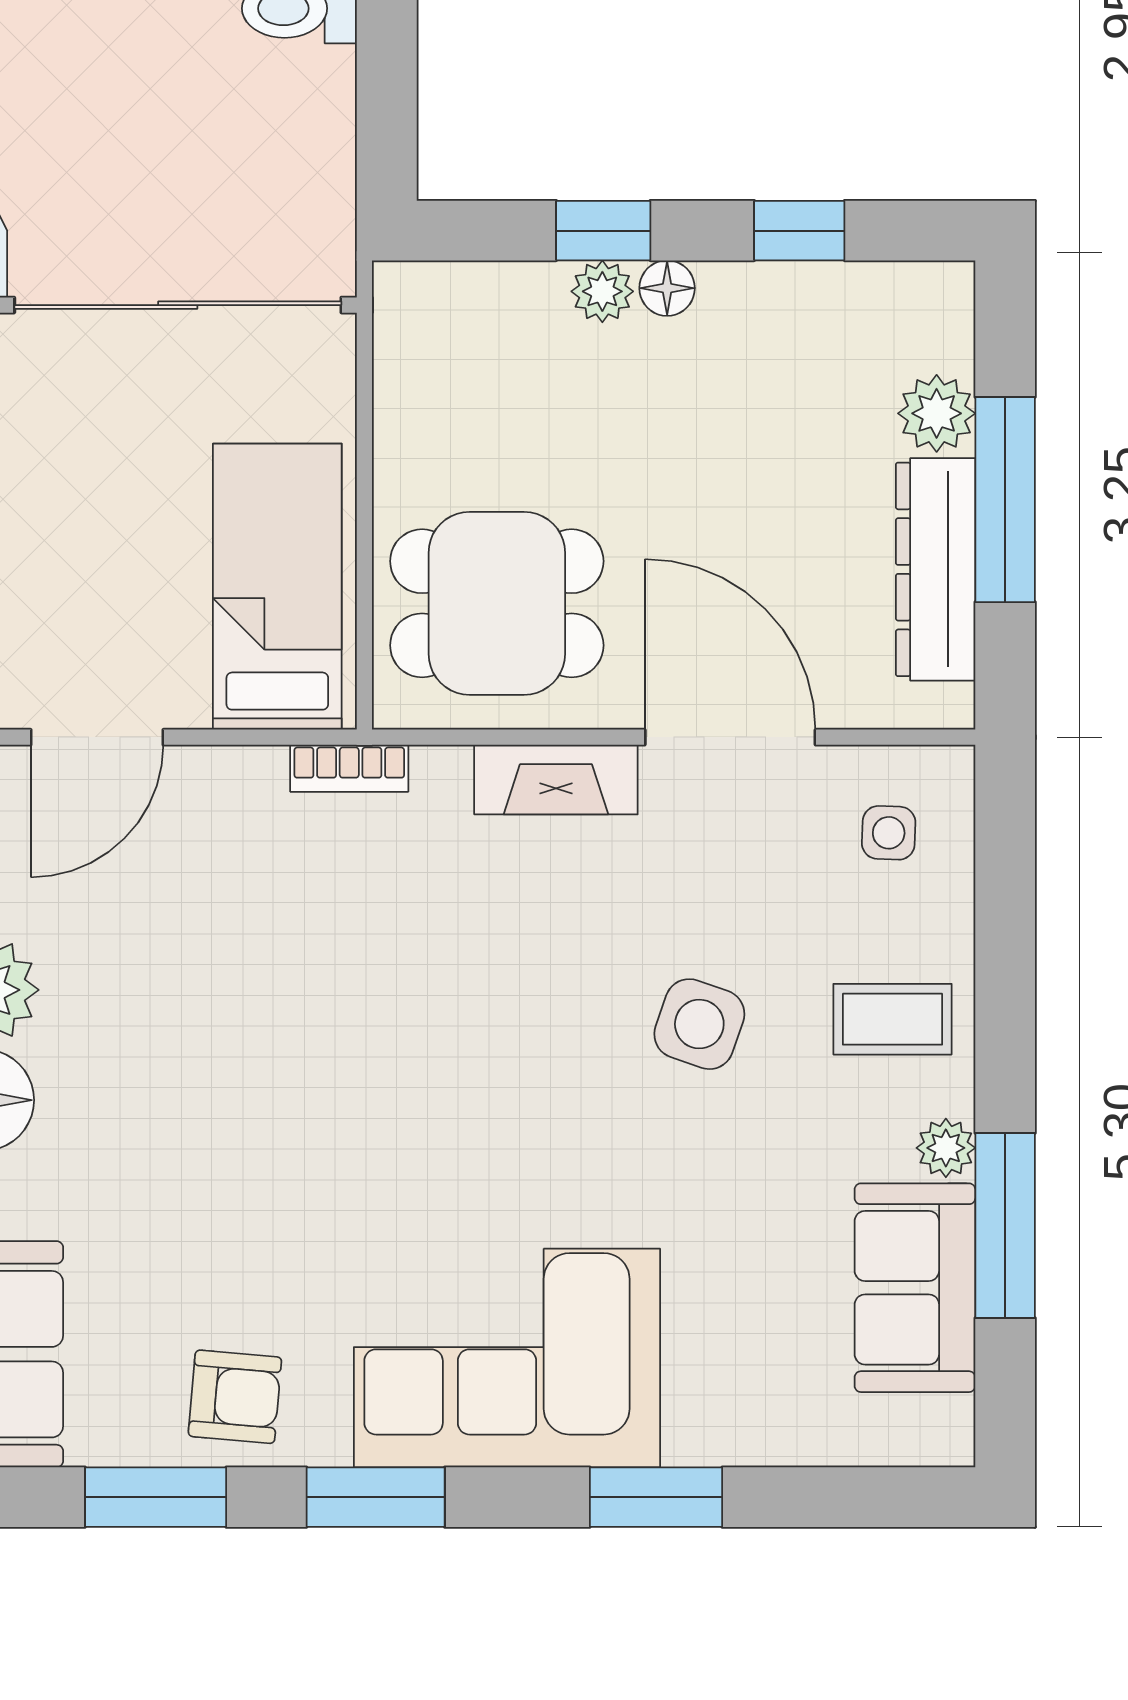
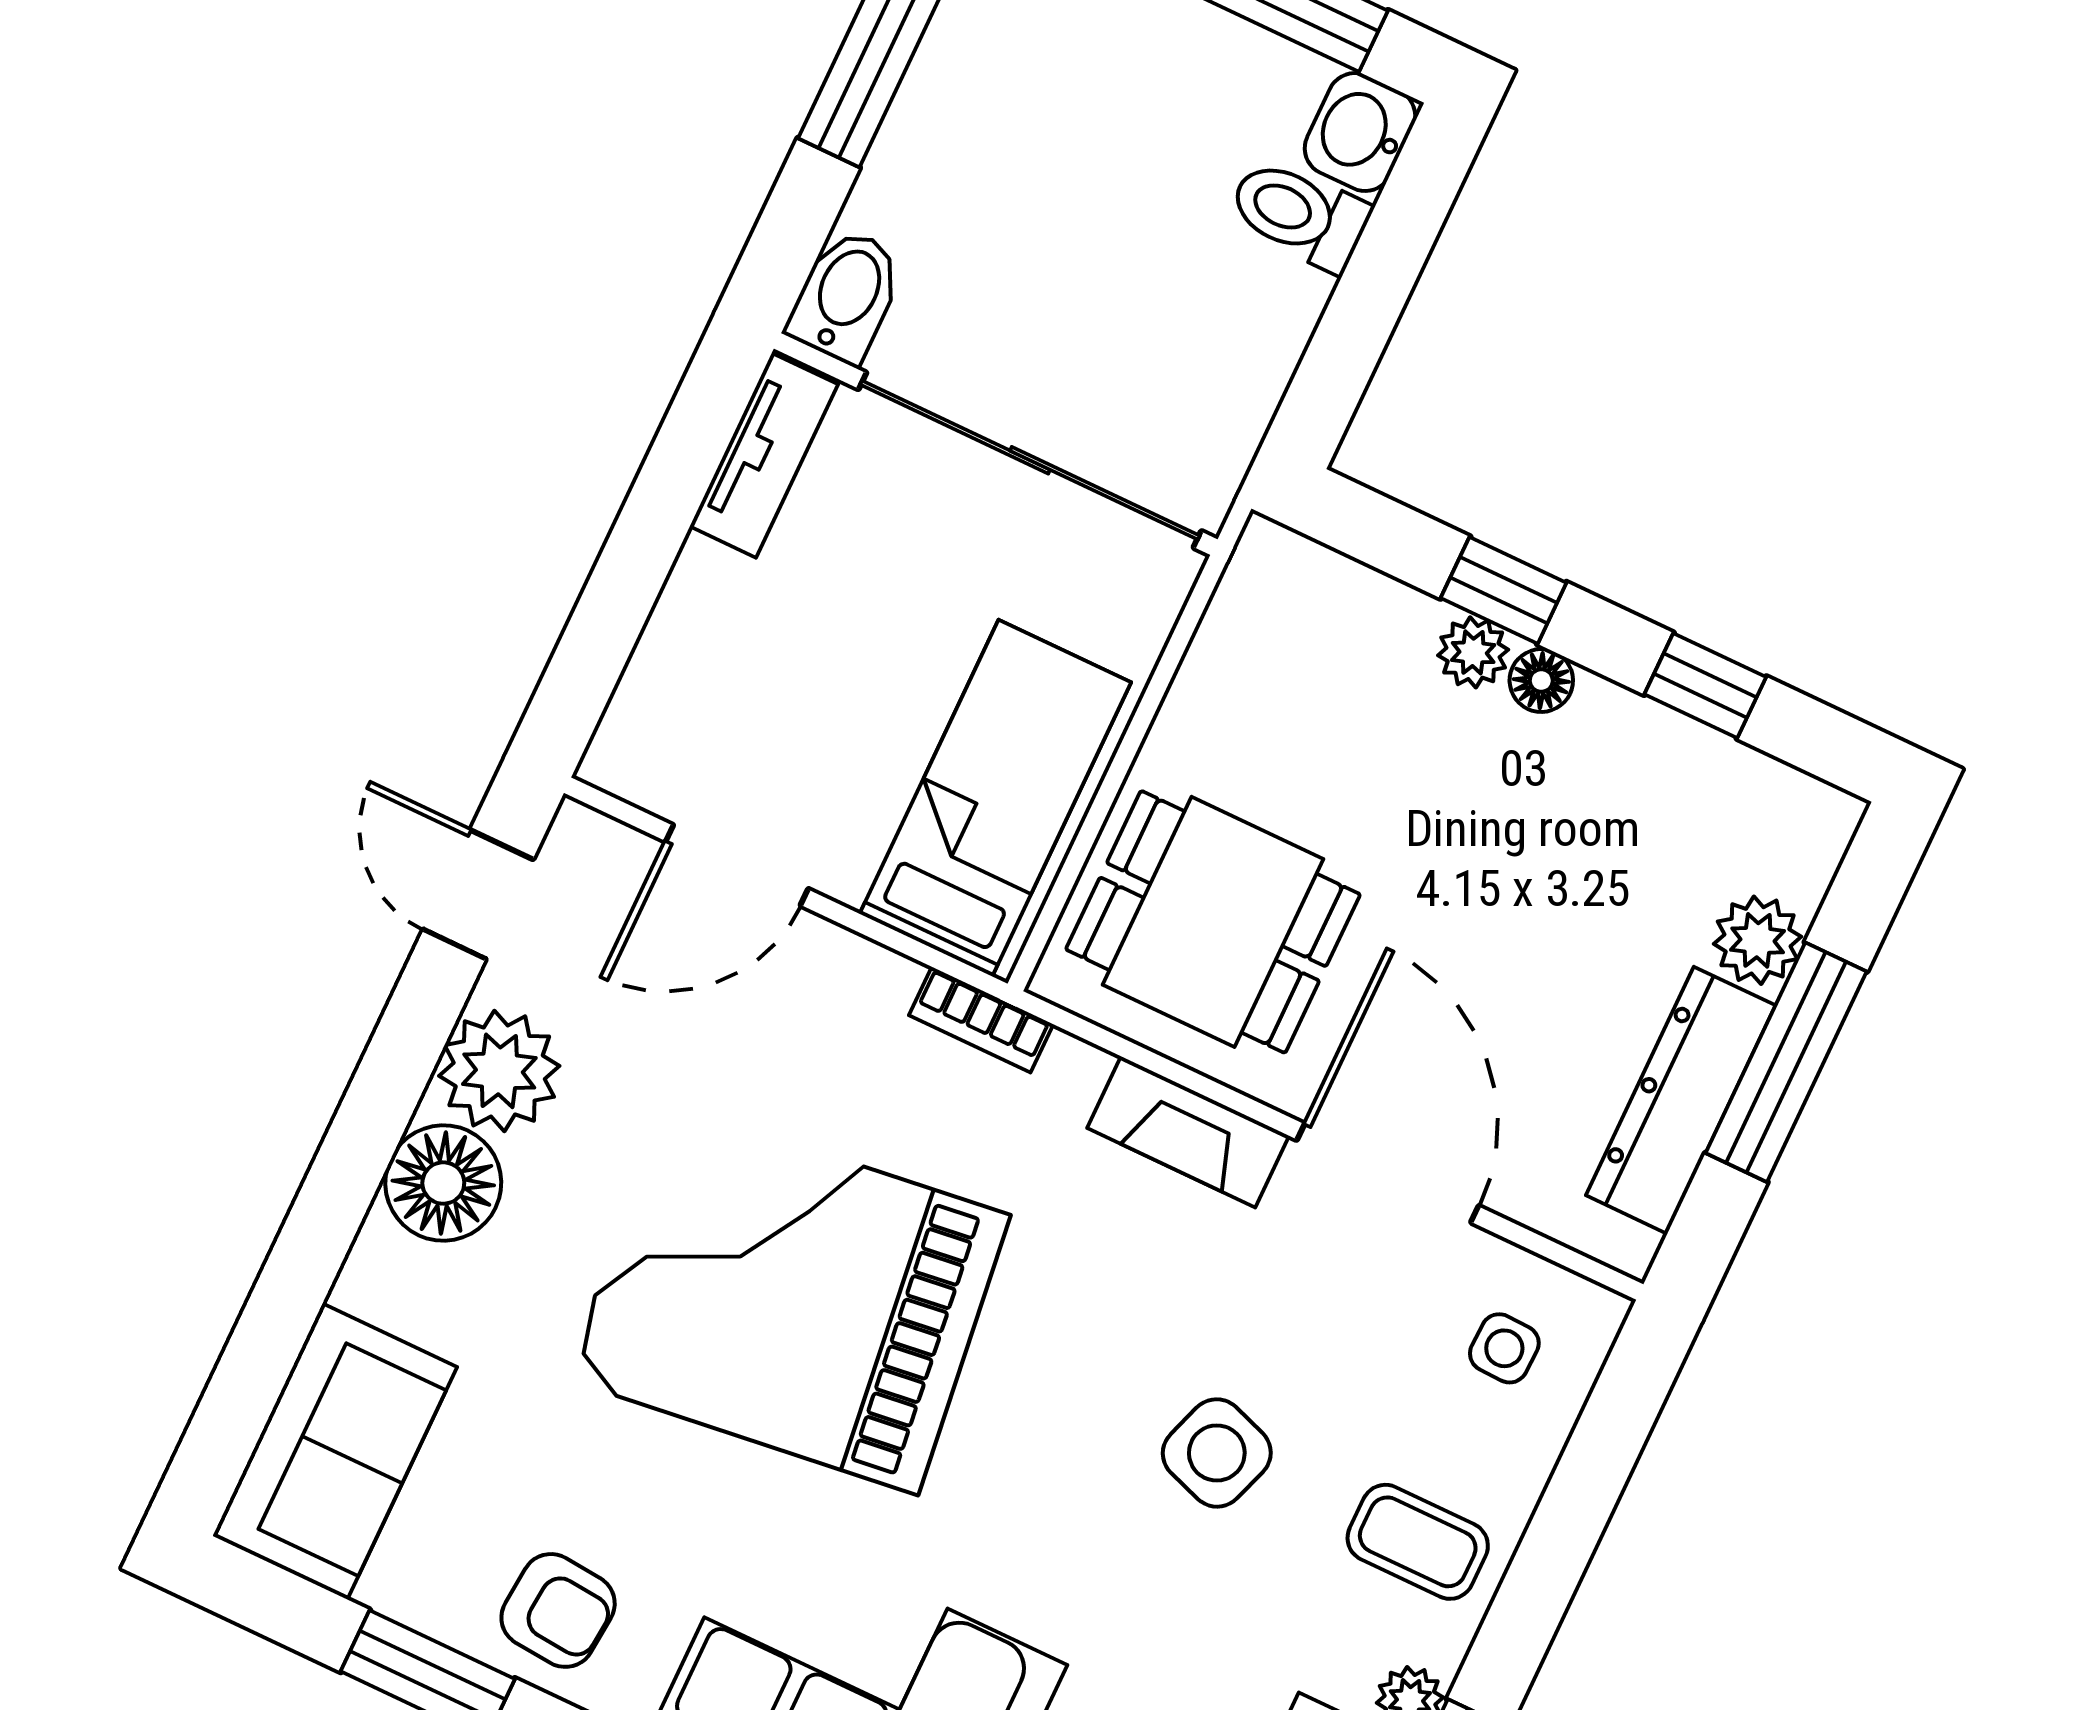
grand piano: (301, 1061) -> (789, 1297), added

